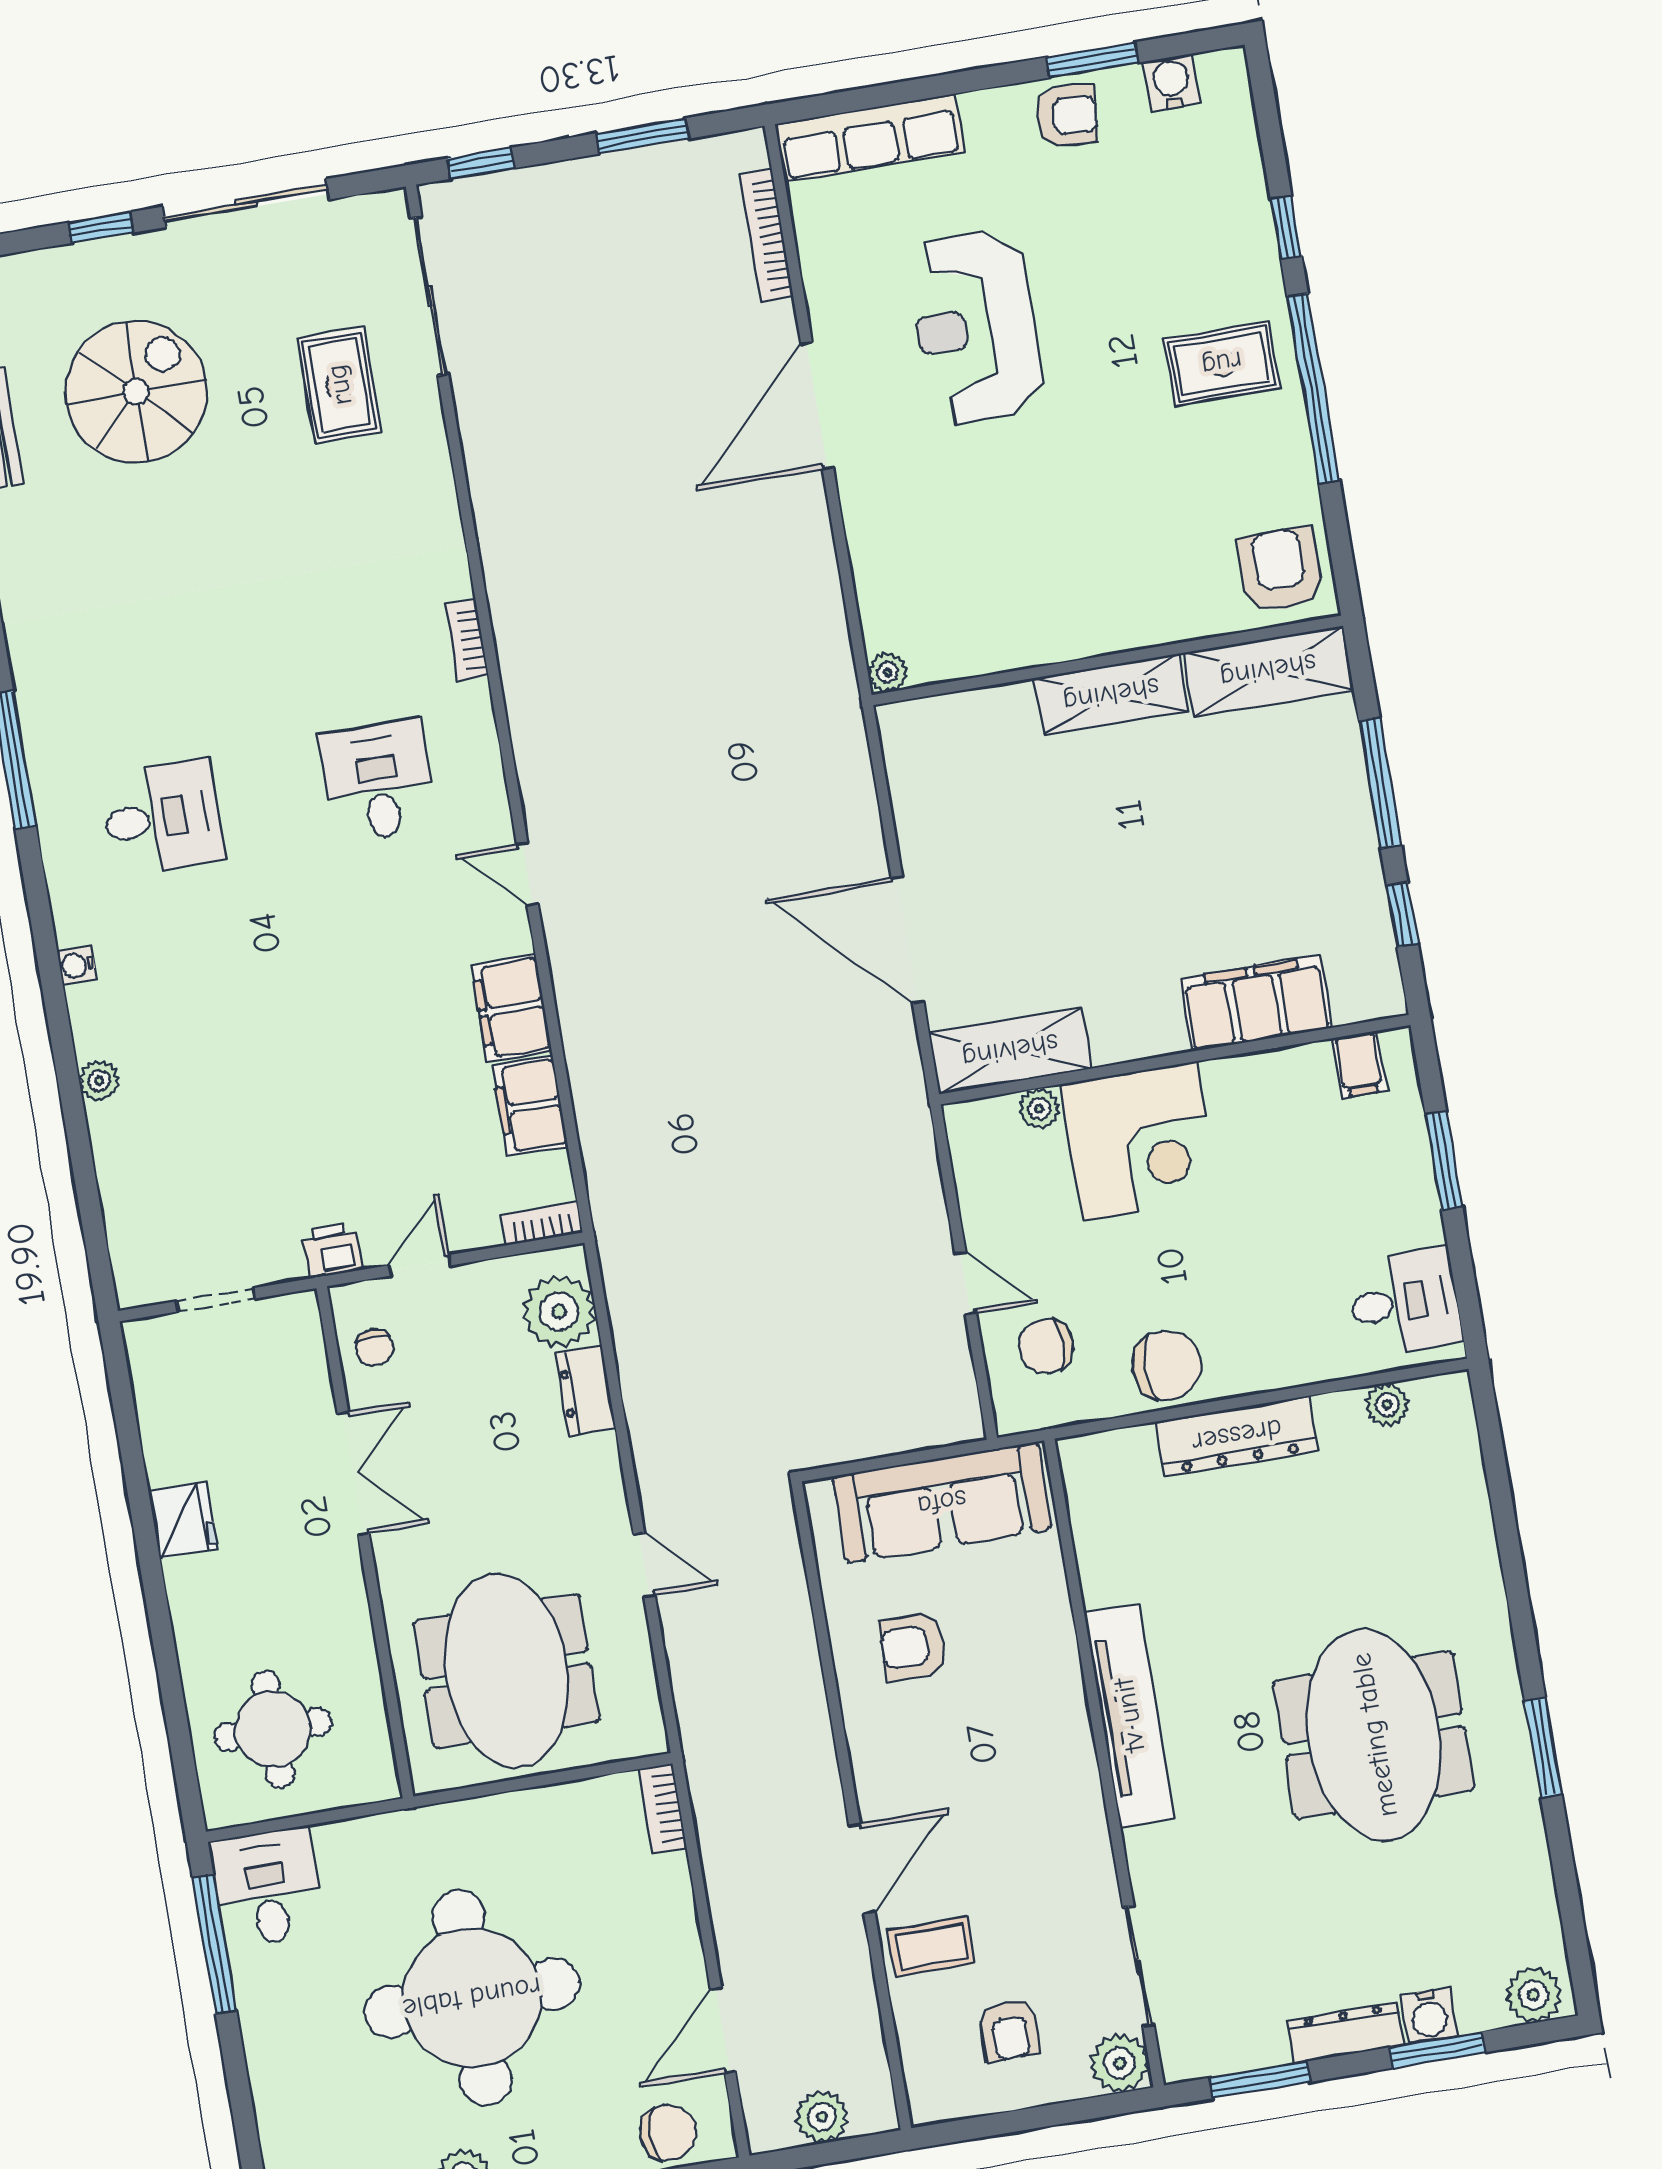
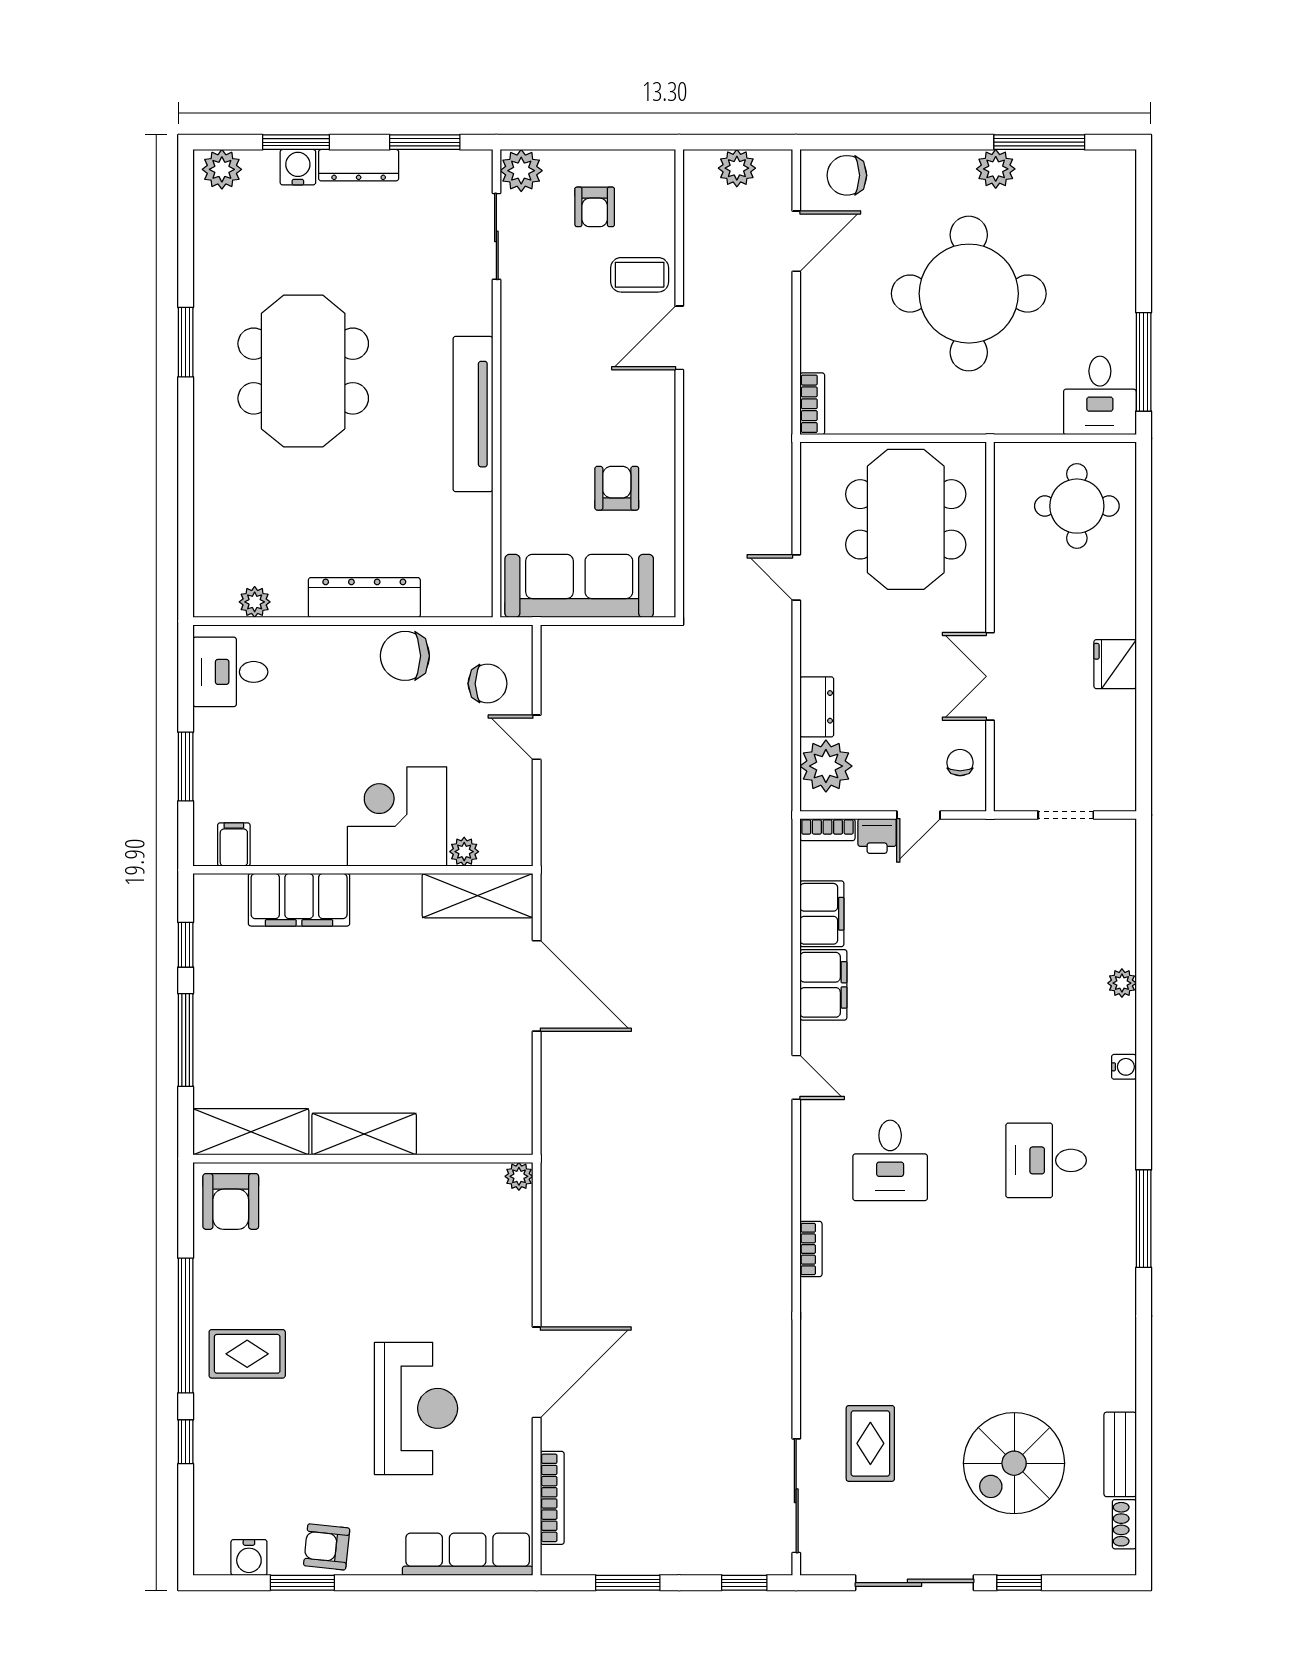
printer: (332, 1250) -> (877, 836), moved
armchair: (913, 1646) -> (617, 488), turned -90
armchair: (1010, 2030) -> (595, 207), turned 180

